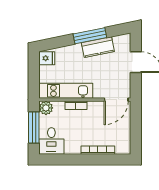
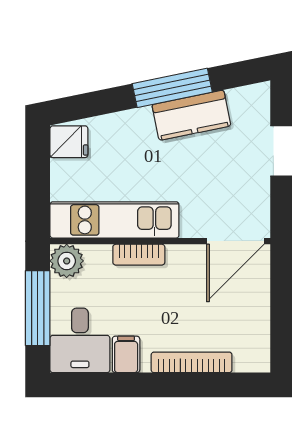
filing cabinet: (71, 147) -> (126, 354), added

